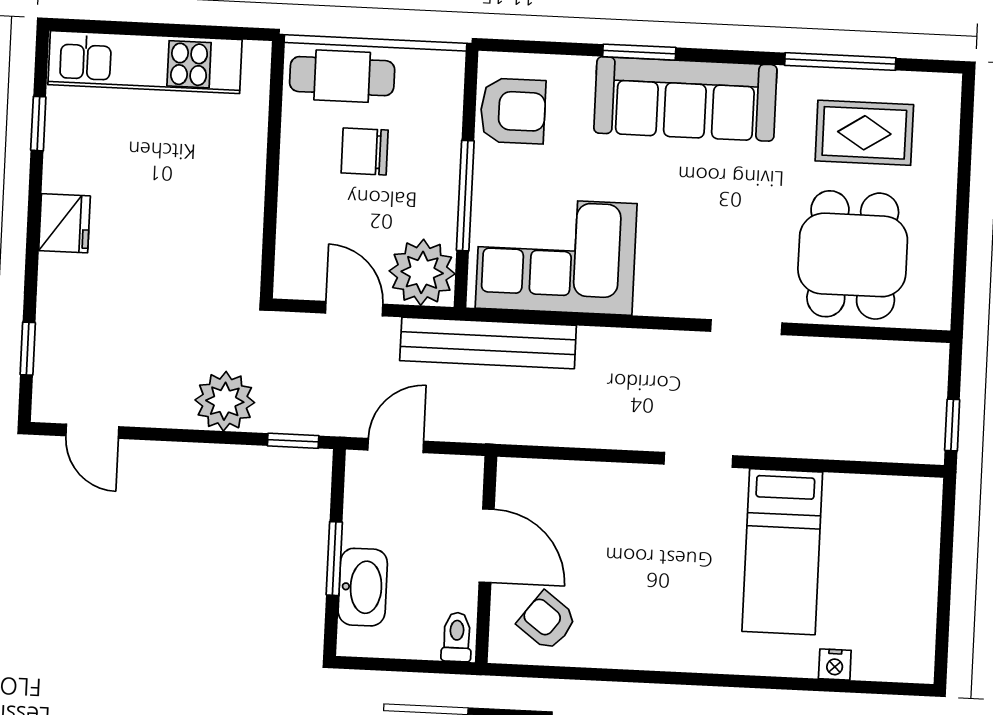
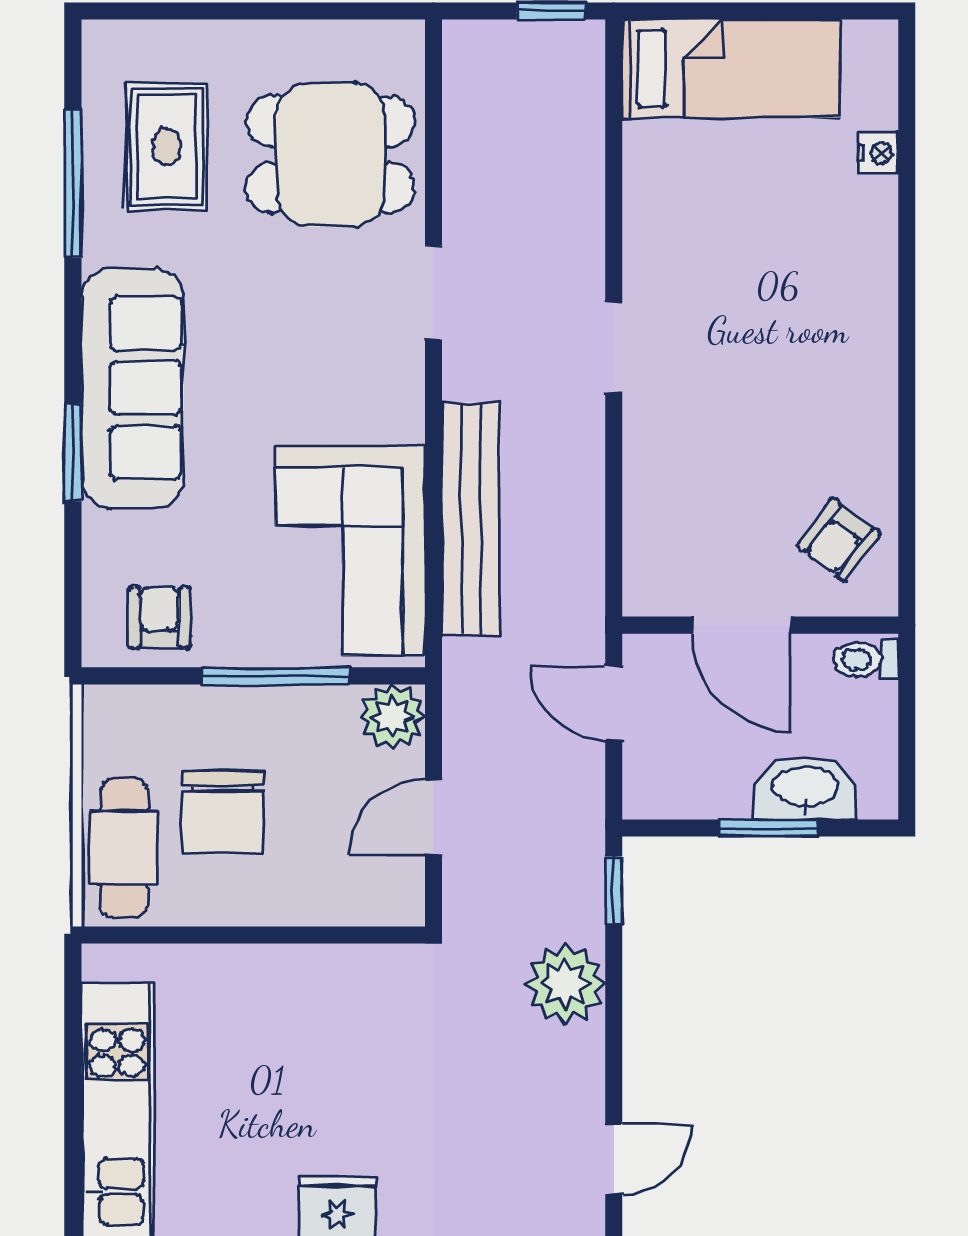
armchair: (513, 111) -> (159, 617), width x0.72, depth x0.72
chair: (365, 151) -> (223, 813), width x1.37, depth x1.37
plant: (422, 272) -> (393, 717), width x0.73, depth x0.73
bench: (488, 343) -> (471, 519), moved
door: (396, 446) -> (614, 703), moved
door: (487, 546) -> (742, 625), swing flipped
bed: (782, 552) -> (731, 68), moved

